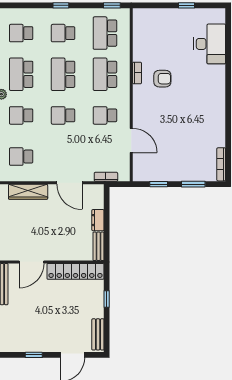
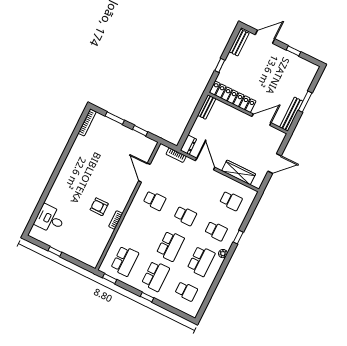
school desk: (63, 33) -> (155, 276), width x1.85
desk: (210, 44) -> (50, 219), width x0.73
school desk: (105, 74) -> (140, 231), removed
dresser: (98, 220) -> (189, 145), moved

